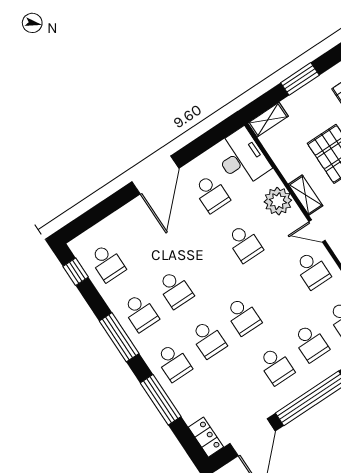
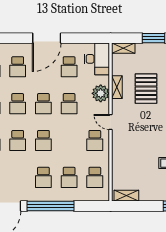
shelving: (306, 195) -> (117, 87), moved
school desk: (142, 240) -> (18, 67), added
school desk: (210, 266) -> (43, 104), added

